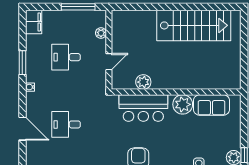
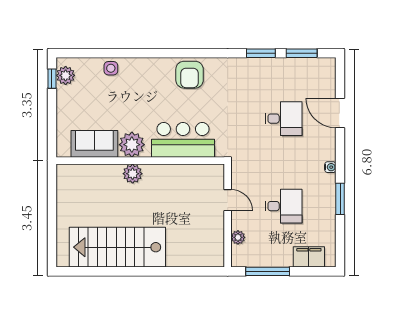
filing cabinet: (34, 22) -> (309, 257), moved, turned 90
door: (109, 62) -> (228, 200), swing flipped
plant: (143, 82) -> (133, 174), moved

